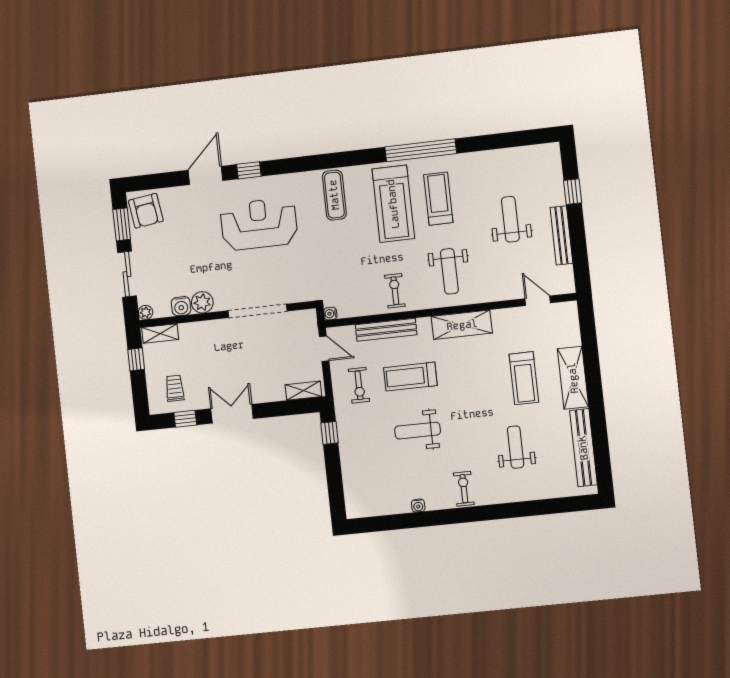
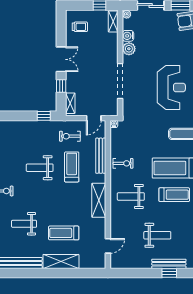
bench: (561, 235) -> (169, 264), moved
window: (185, 419) -> (61, 86), moved
weight bench: (418, 431) -> (40, 168), turned -90
weight bench: (516, 447) -> (24, 224), turned 180

